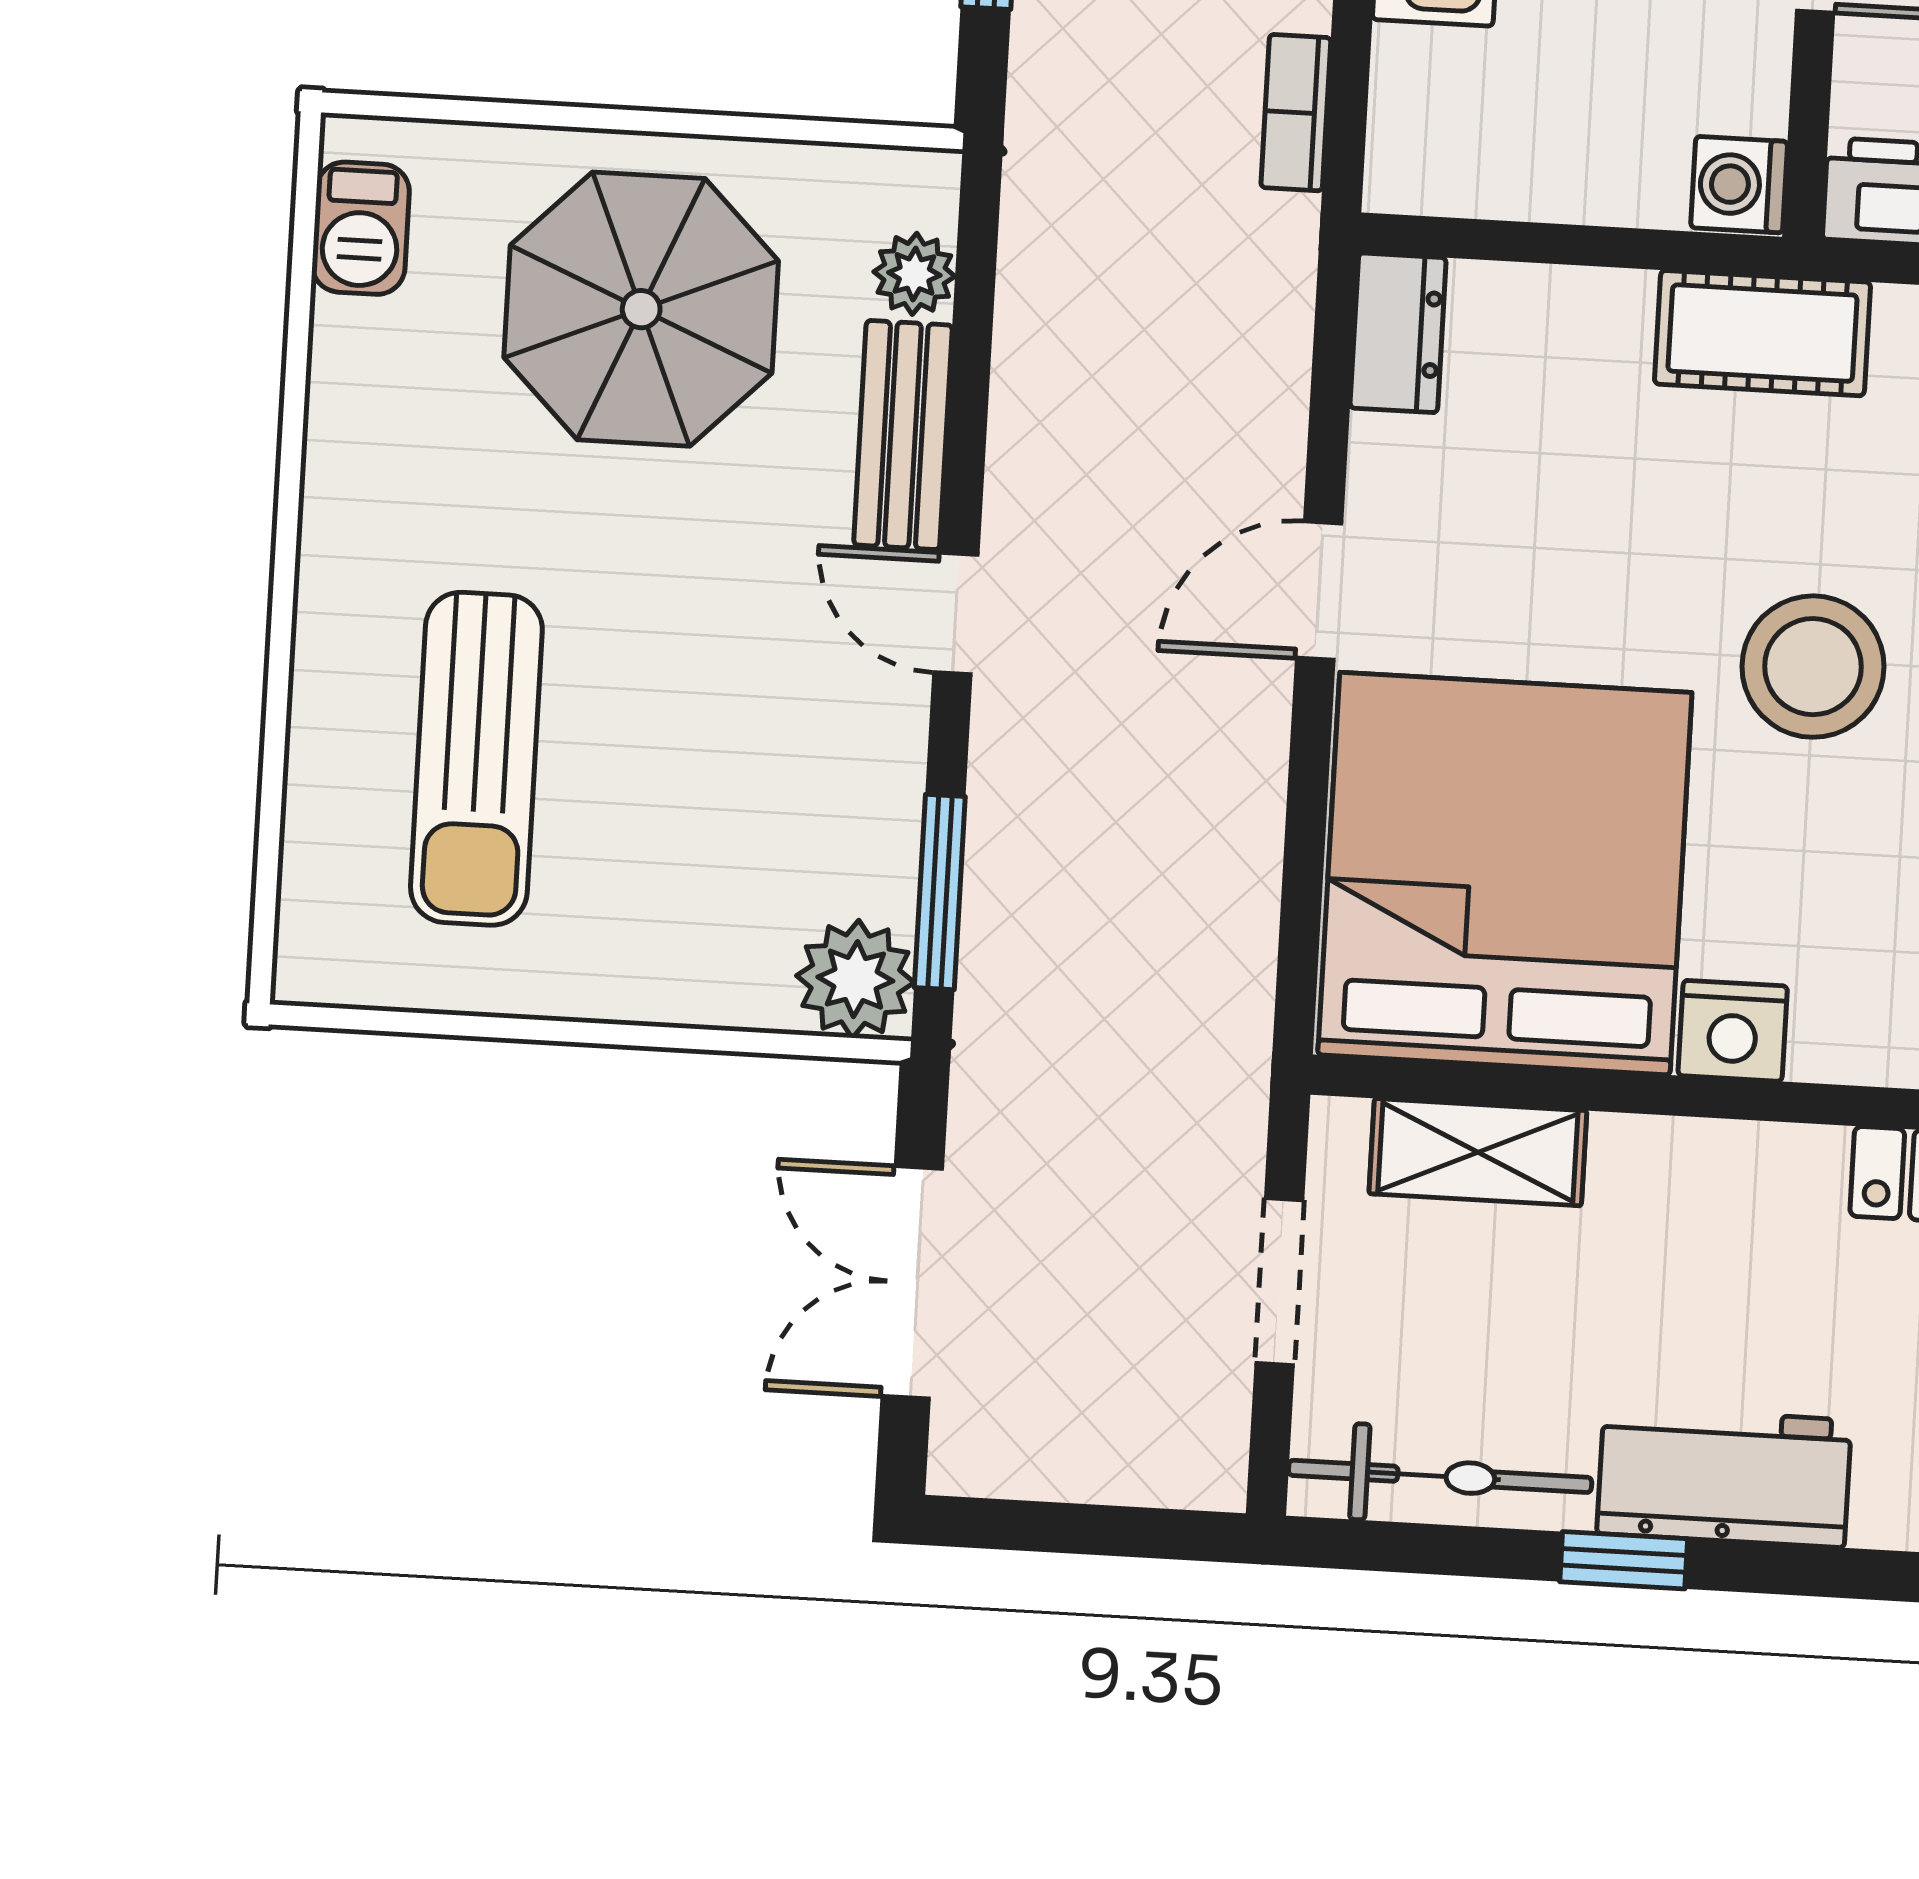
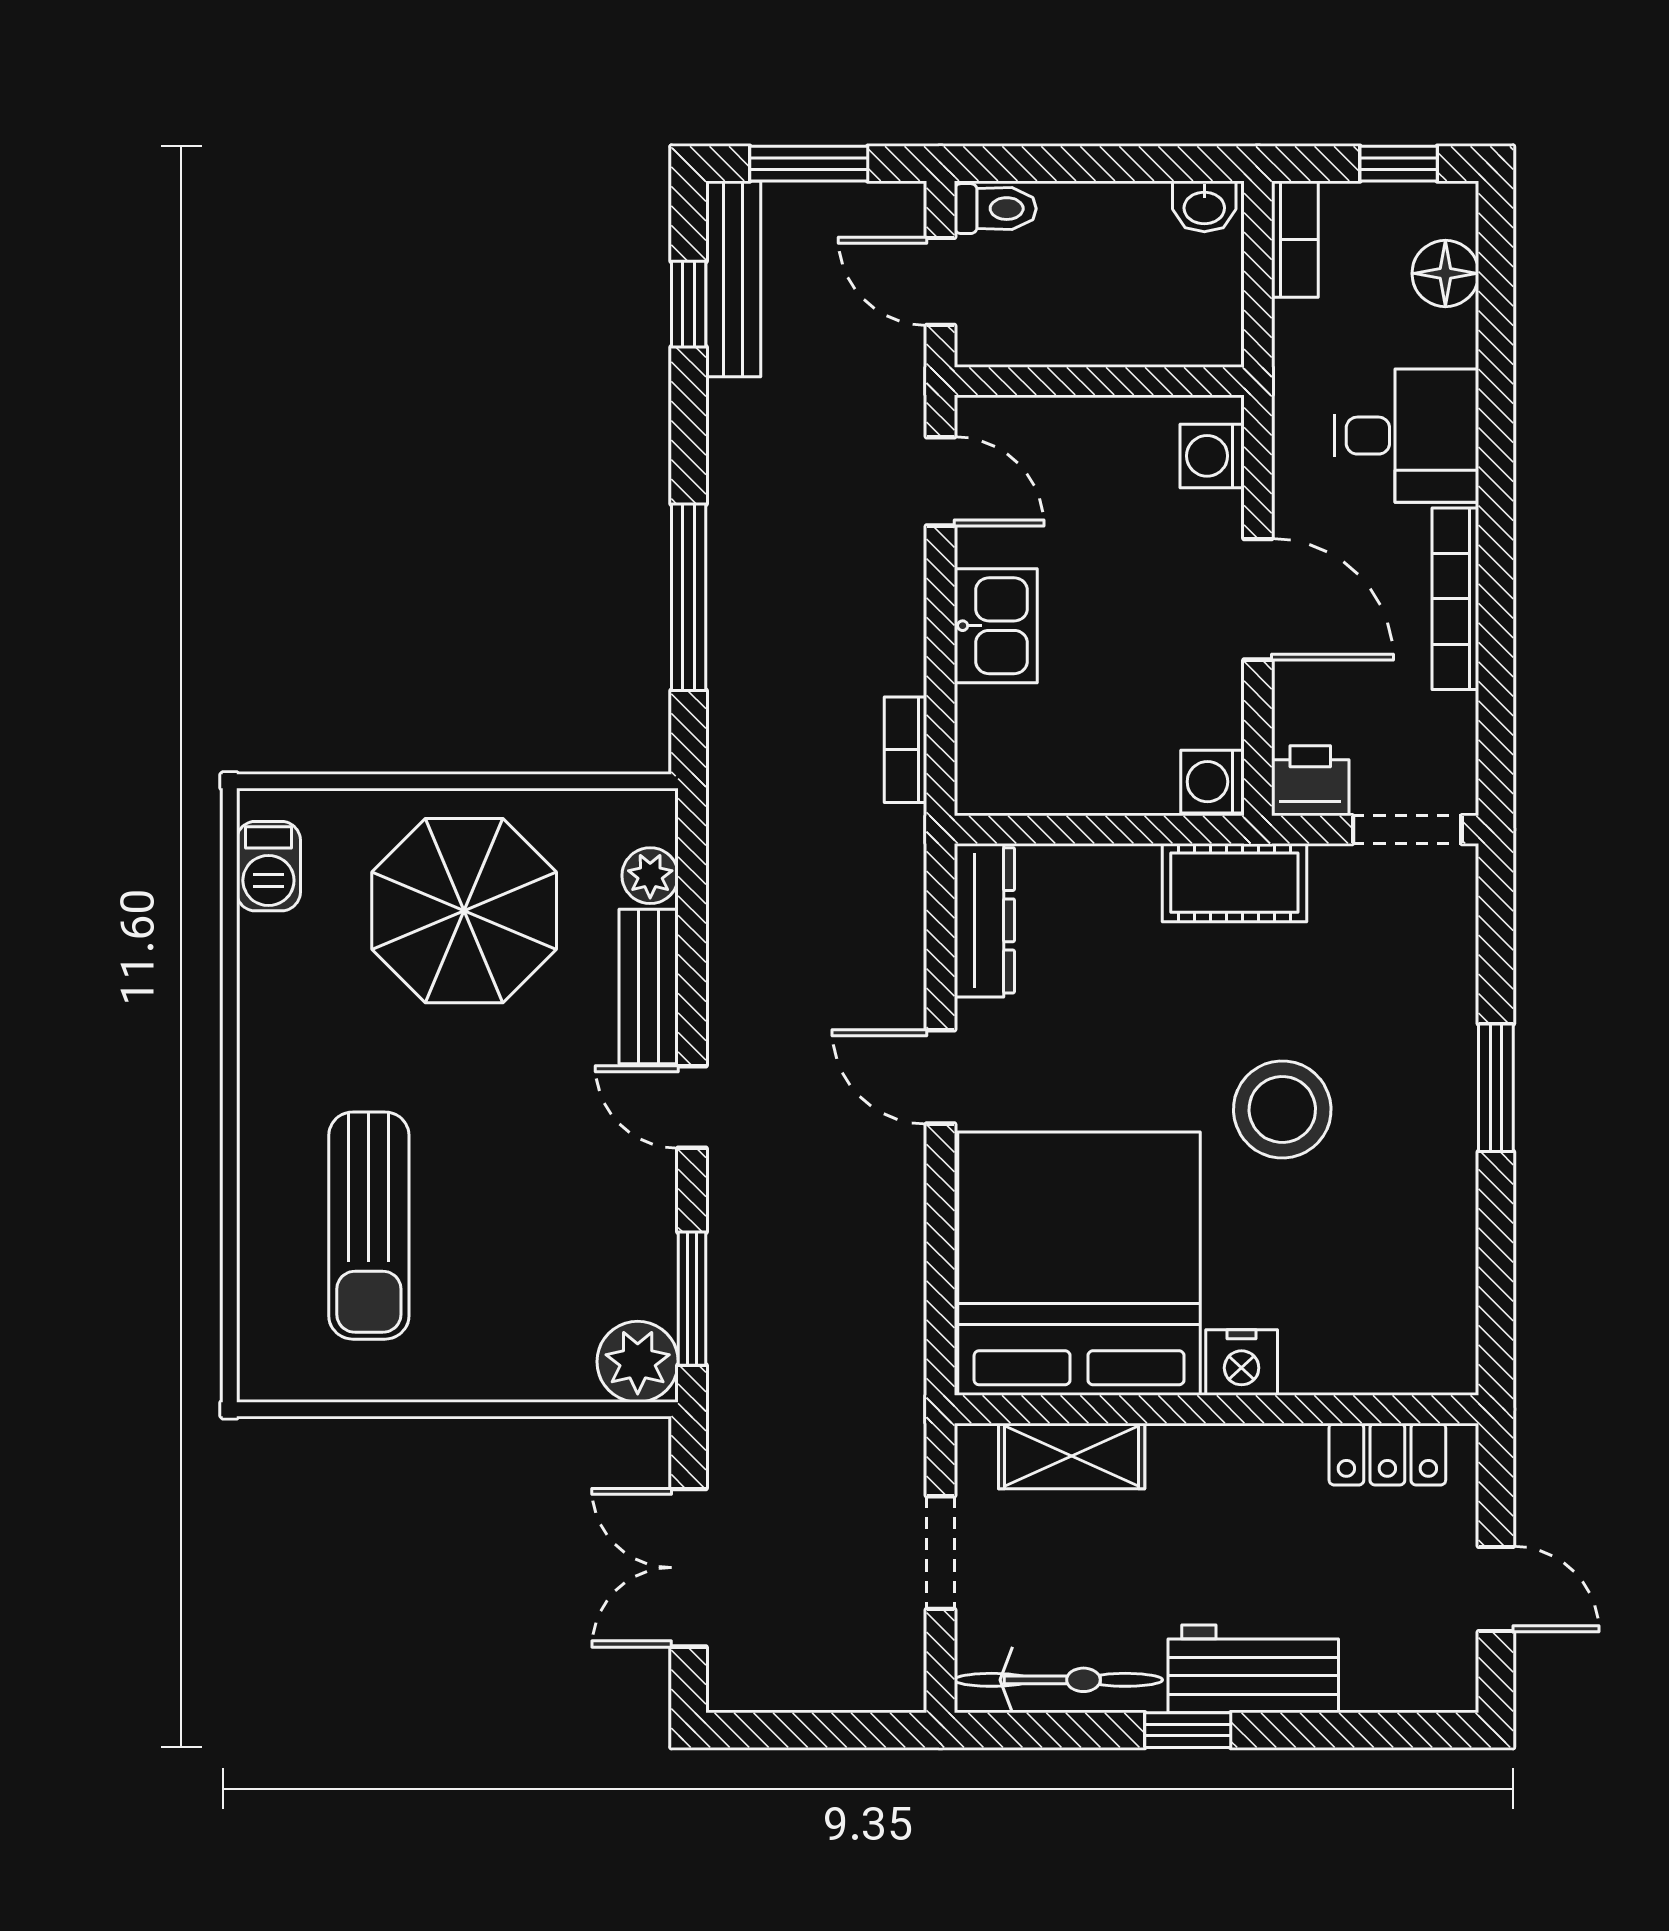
dresser: (1398, 333) -> (984, 920), width x1.44
door: (1319, 591) -> (940, 1077), hinge flipped

